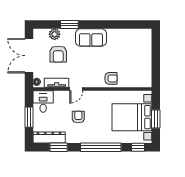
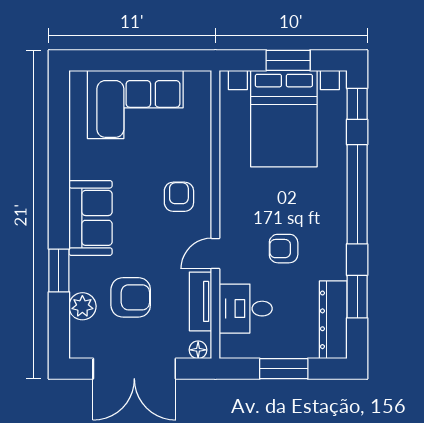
corner sofa: (138, 56) -> (135, 105), added
armchair: (111, 78) -> (179, 197), moved
door: (76, 89) -> (215, 253), swing flipped
desk: (43, 101) -> (246, 309), moved

